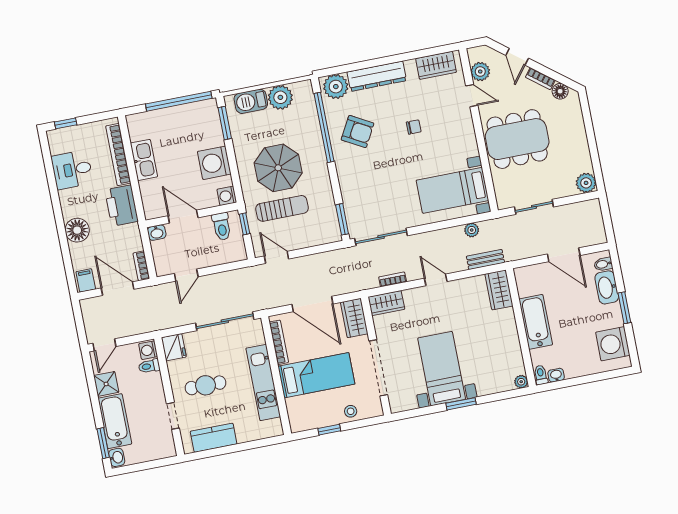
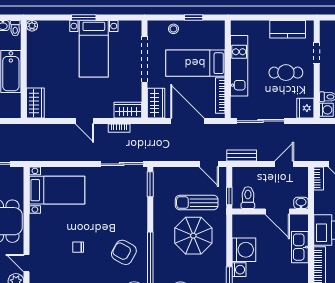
kitchen sink: (144, 160) -> (300, 247), moved
washing machine: (227, 196) -> (239, 270), moved
plant: (472, 230) -> (48, 155), removed
bench: (485, 259) -> (242, 156), moved

